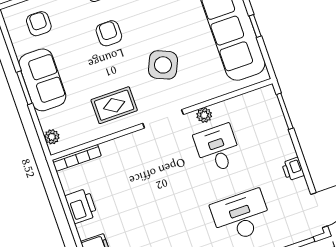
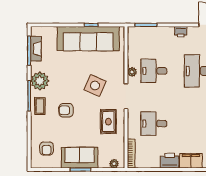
armchair: (39, 24) -> (47, 148), turned -90
desk: (136, 177) -> (154, 124), added
printer: (81, 206) -> (170, 161), moved

